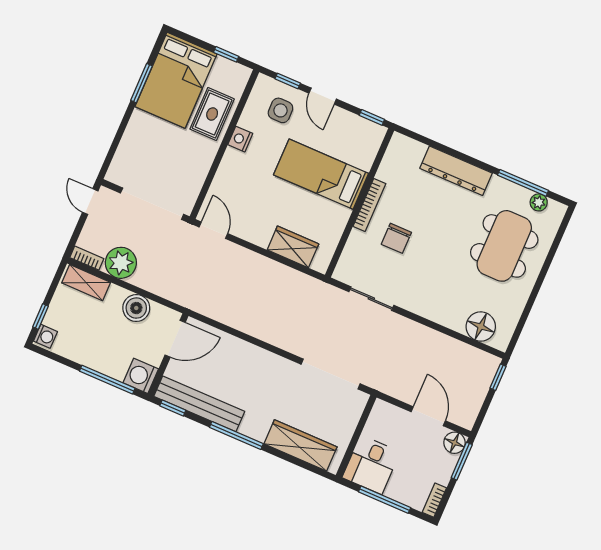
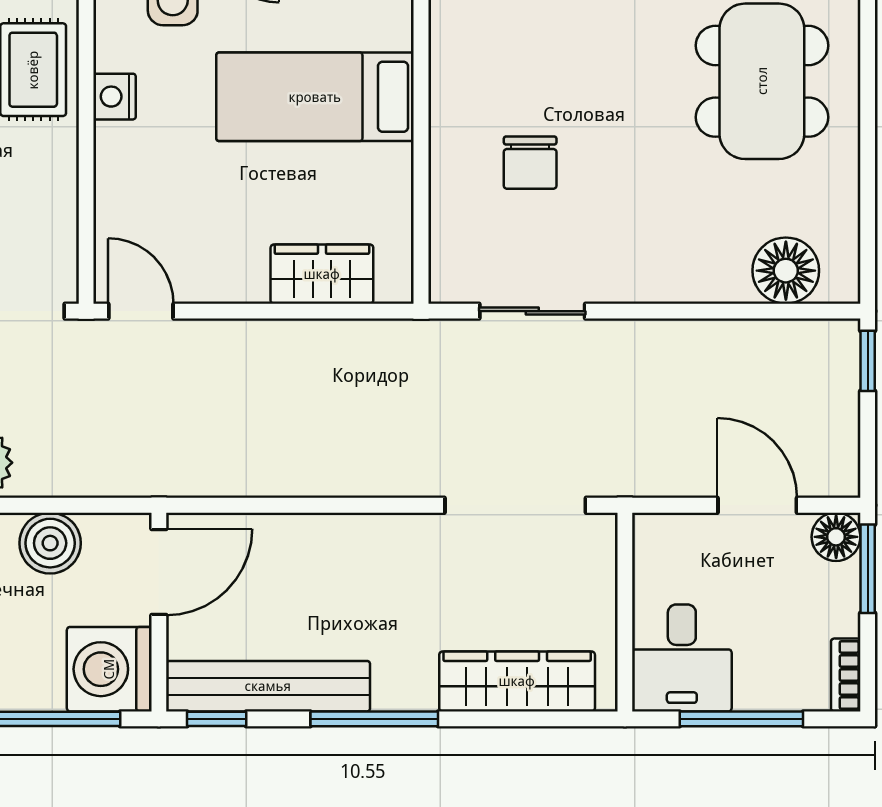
bookcase: (369, 205) -> (444, 118), removed
washing machine: (141, 376) -> (109, 669), width x1.37, depth x1.37

